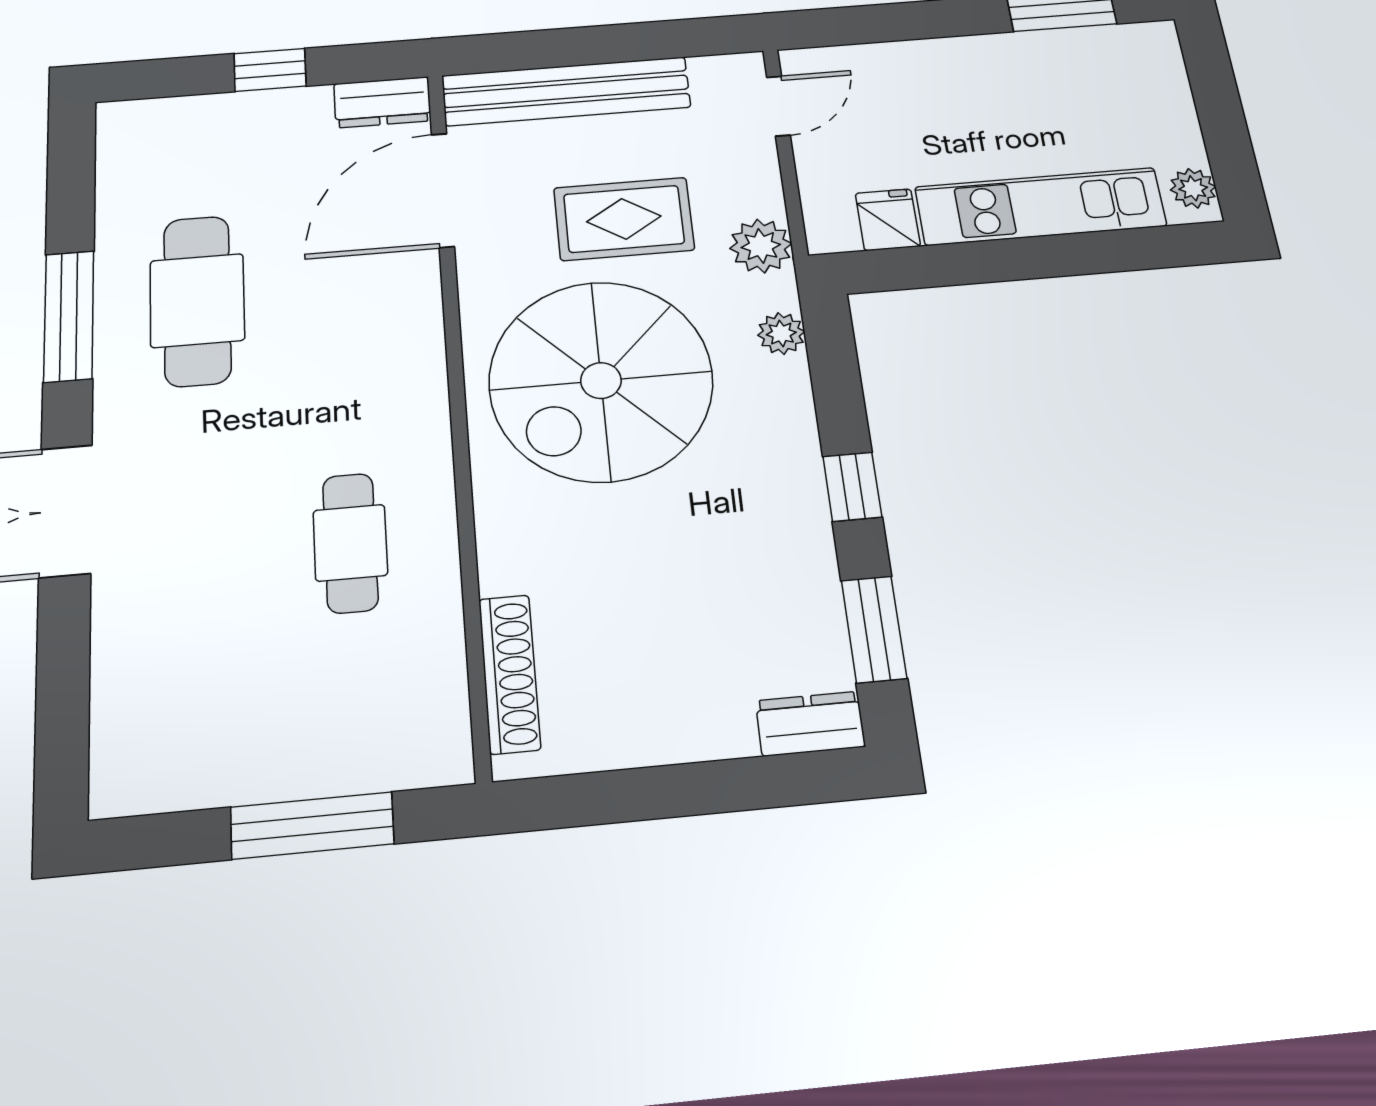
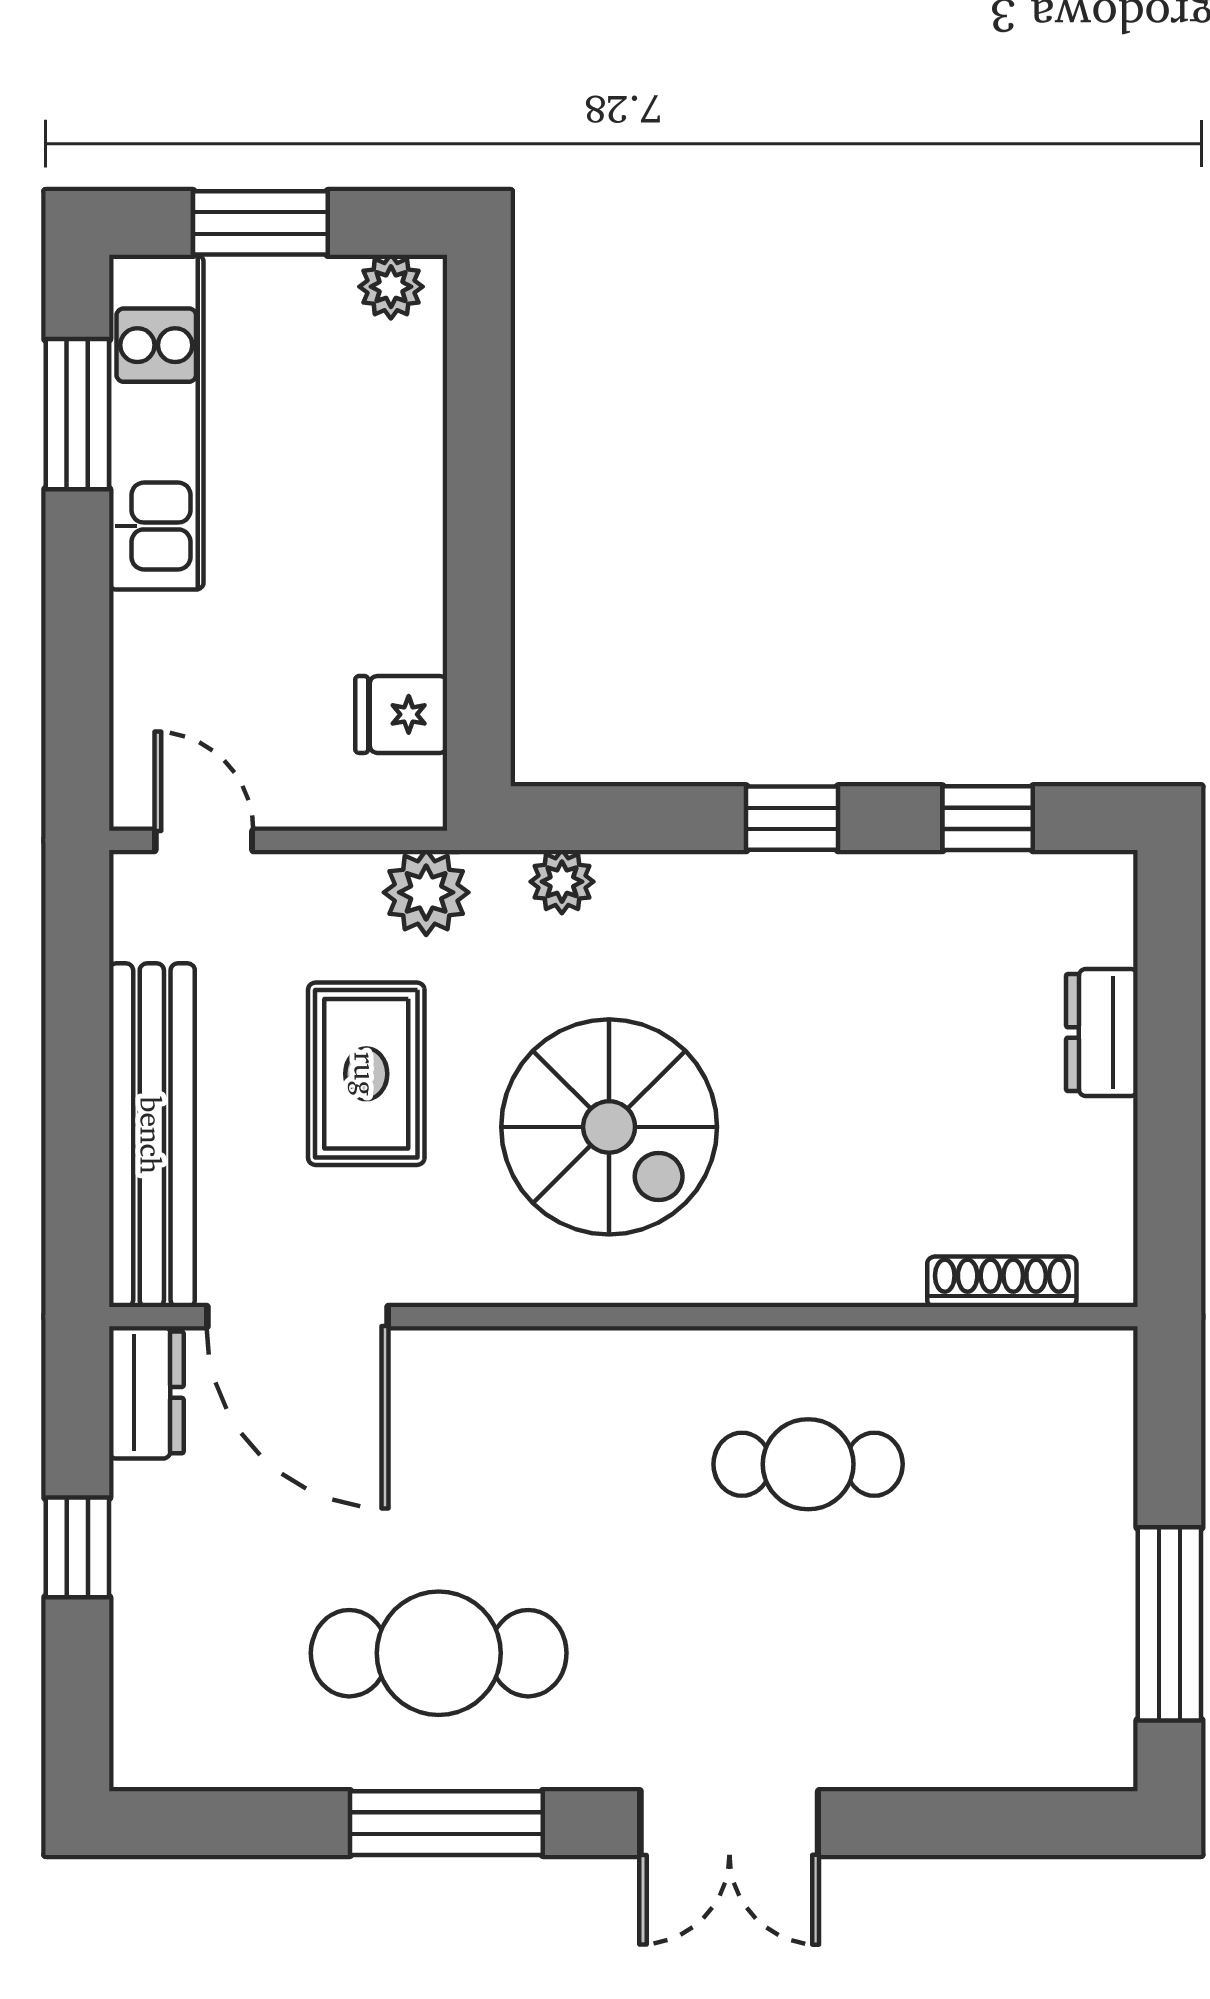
window: (1218, 106) -> (260, 223), added
kitchen unit: (1041, 206) -> (156, 422), moved, turned 180
spiral stairs: (601, 381) -> (609, 1127), width x0.73, depth x0.73
window: (874, 629) -> (988, 818), width x0.67
shoe rack: (509, 674) -> (1002, 1282), width x0.74, depth x0.81
dresser: (810, 724) -> (1102, 1033), moved
window: (312, 826) -> (1169, 1624), moved

